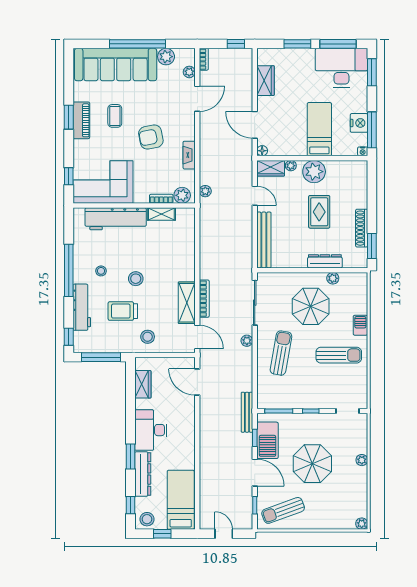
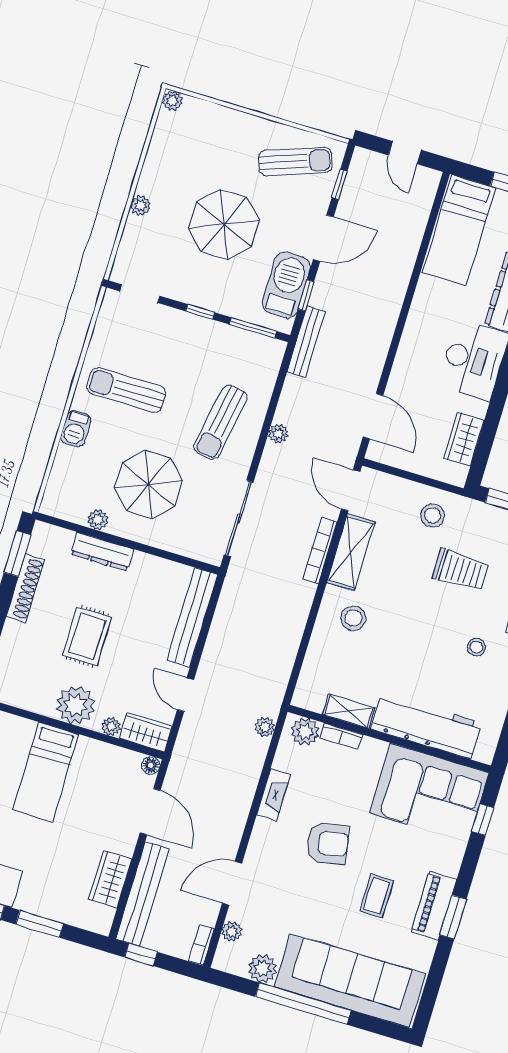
bench: (245, 78) -> (142, 894), added
stool: (136, 279) -> (353, 618), moved
plant: (247, 341) -> (278, 434), moved
door: (255, 473) -> (323, 238), swing flipped

